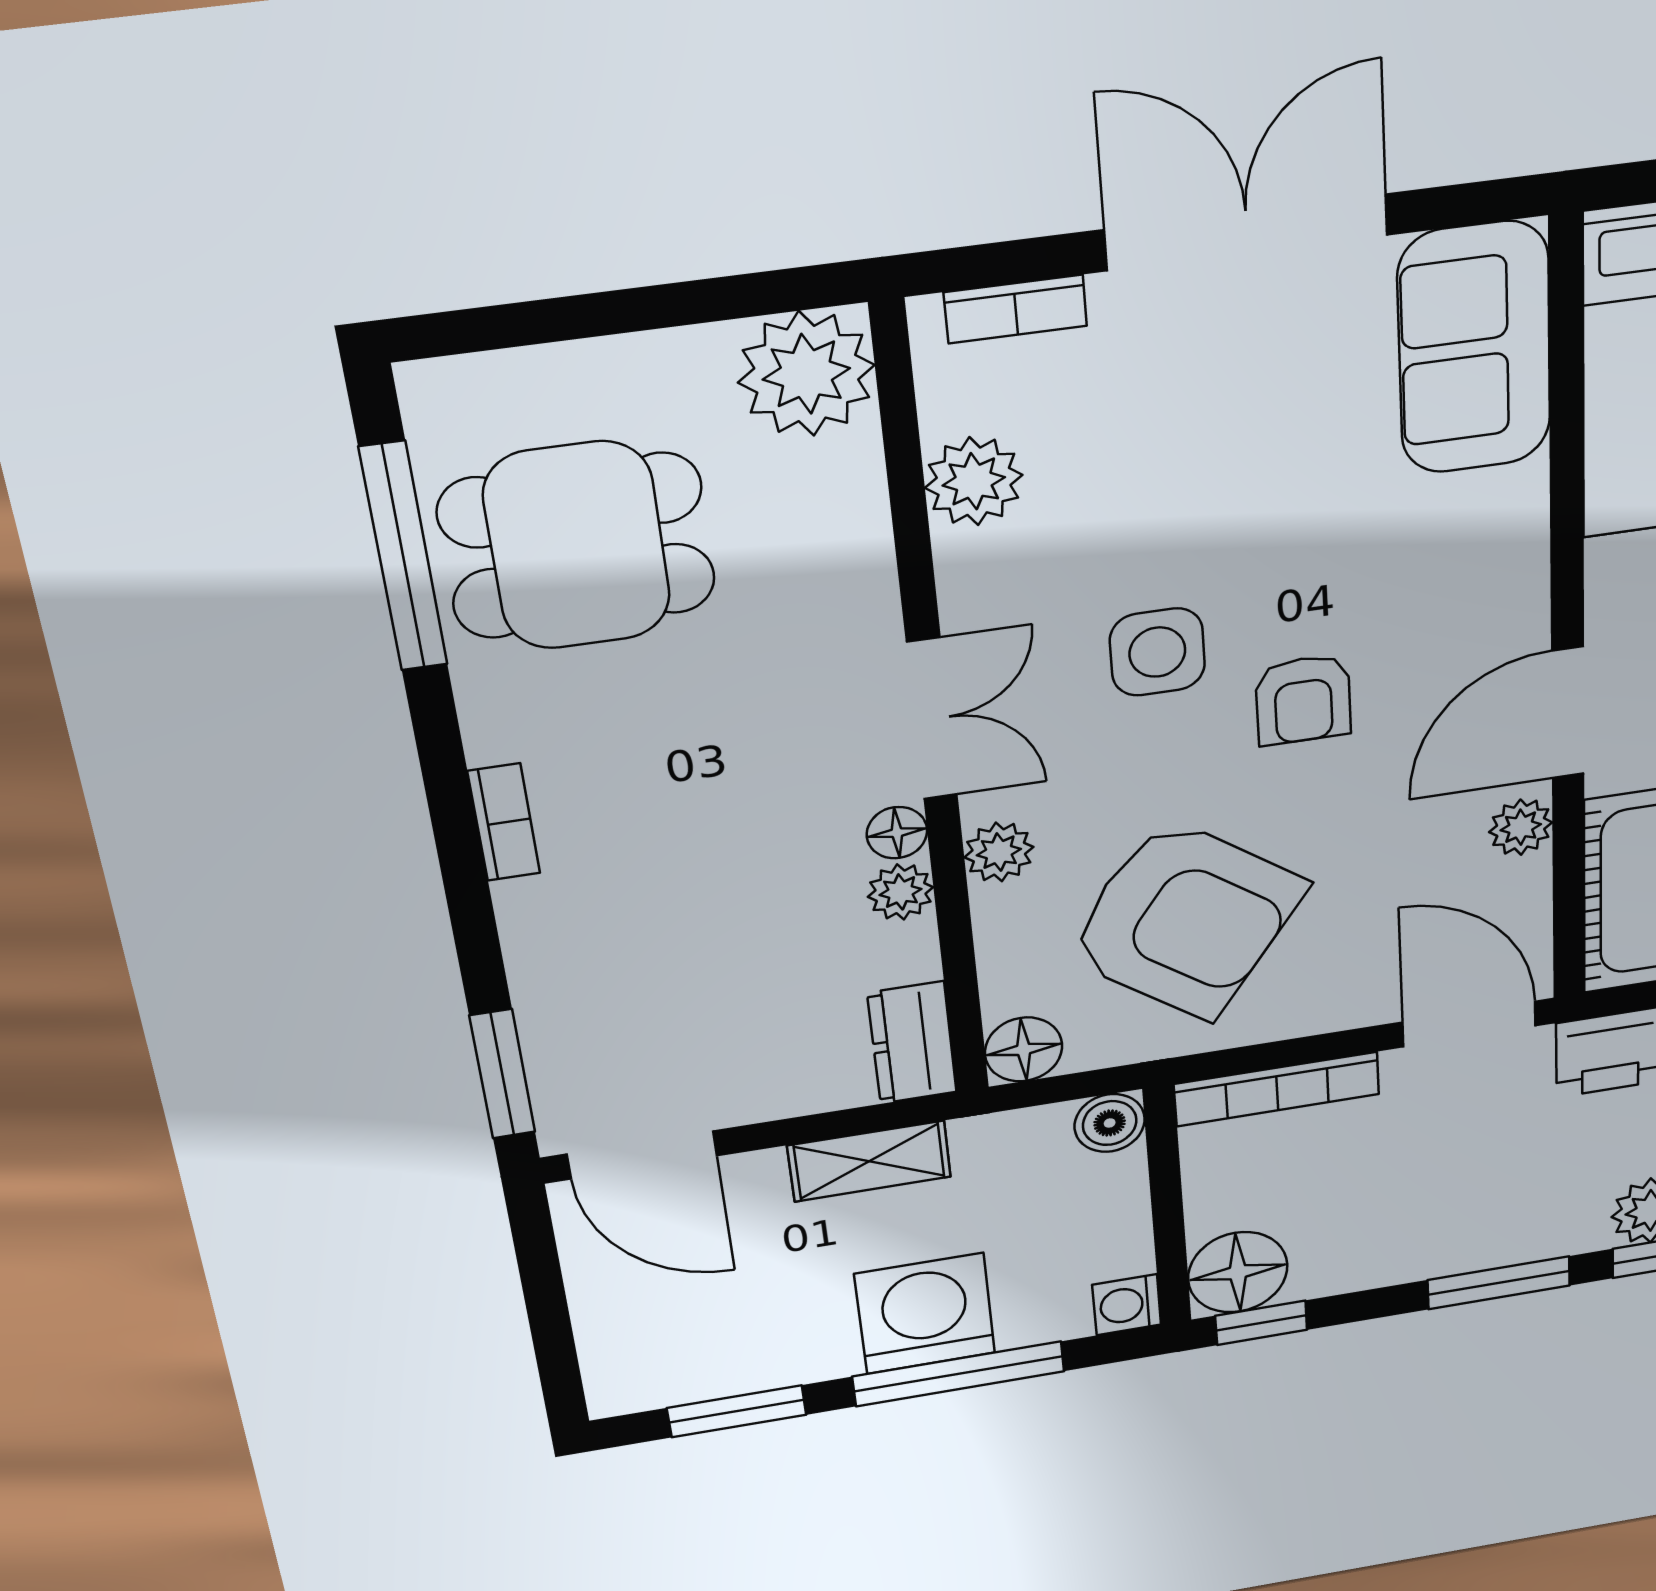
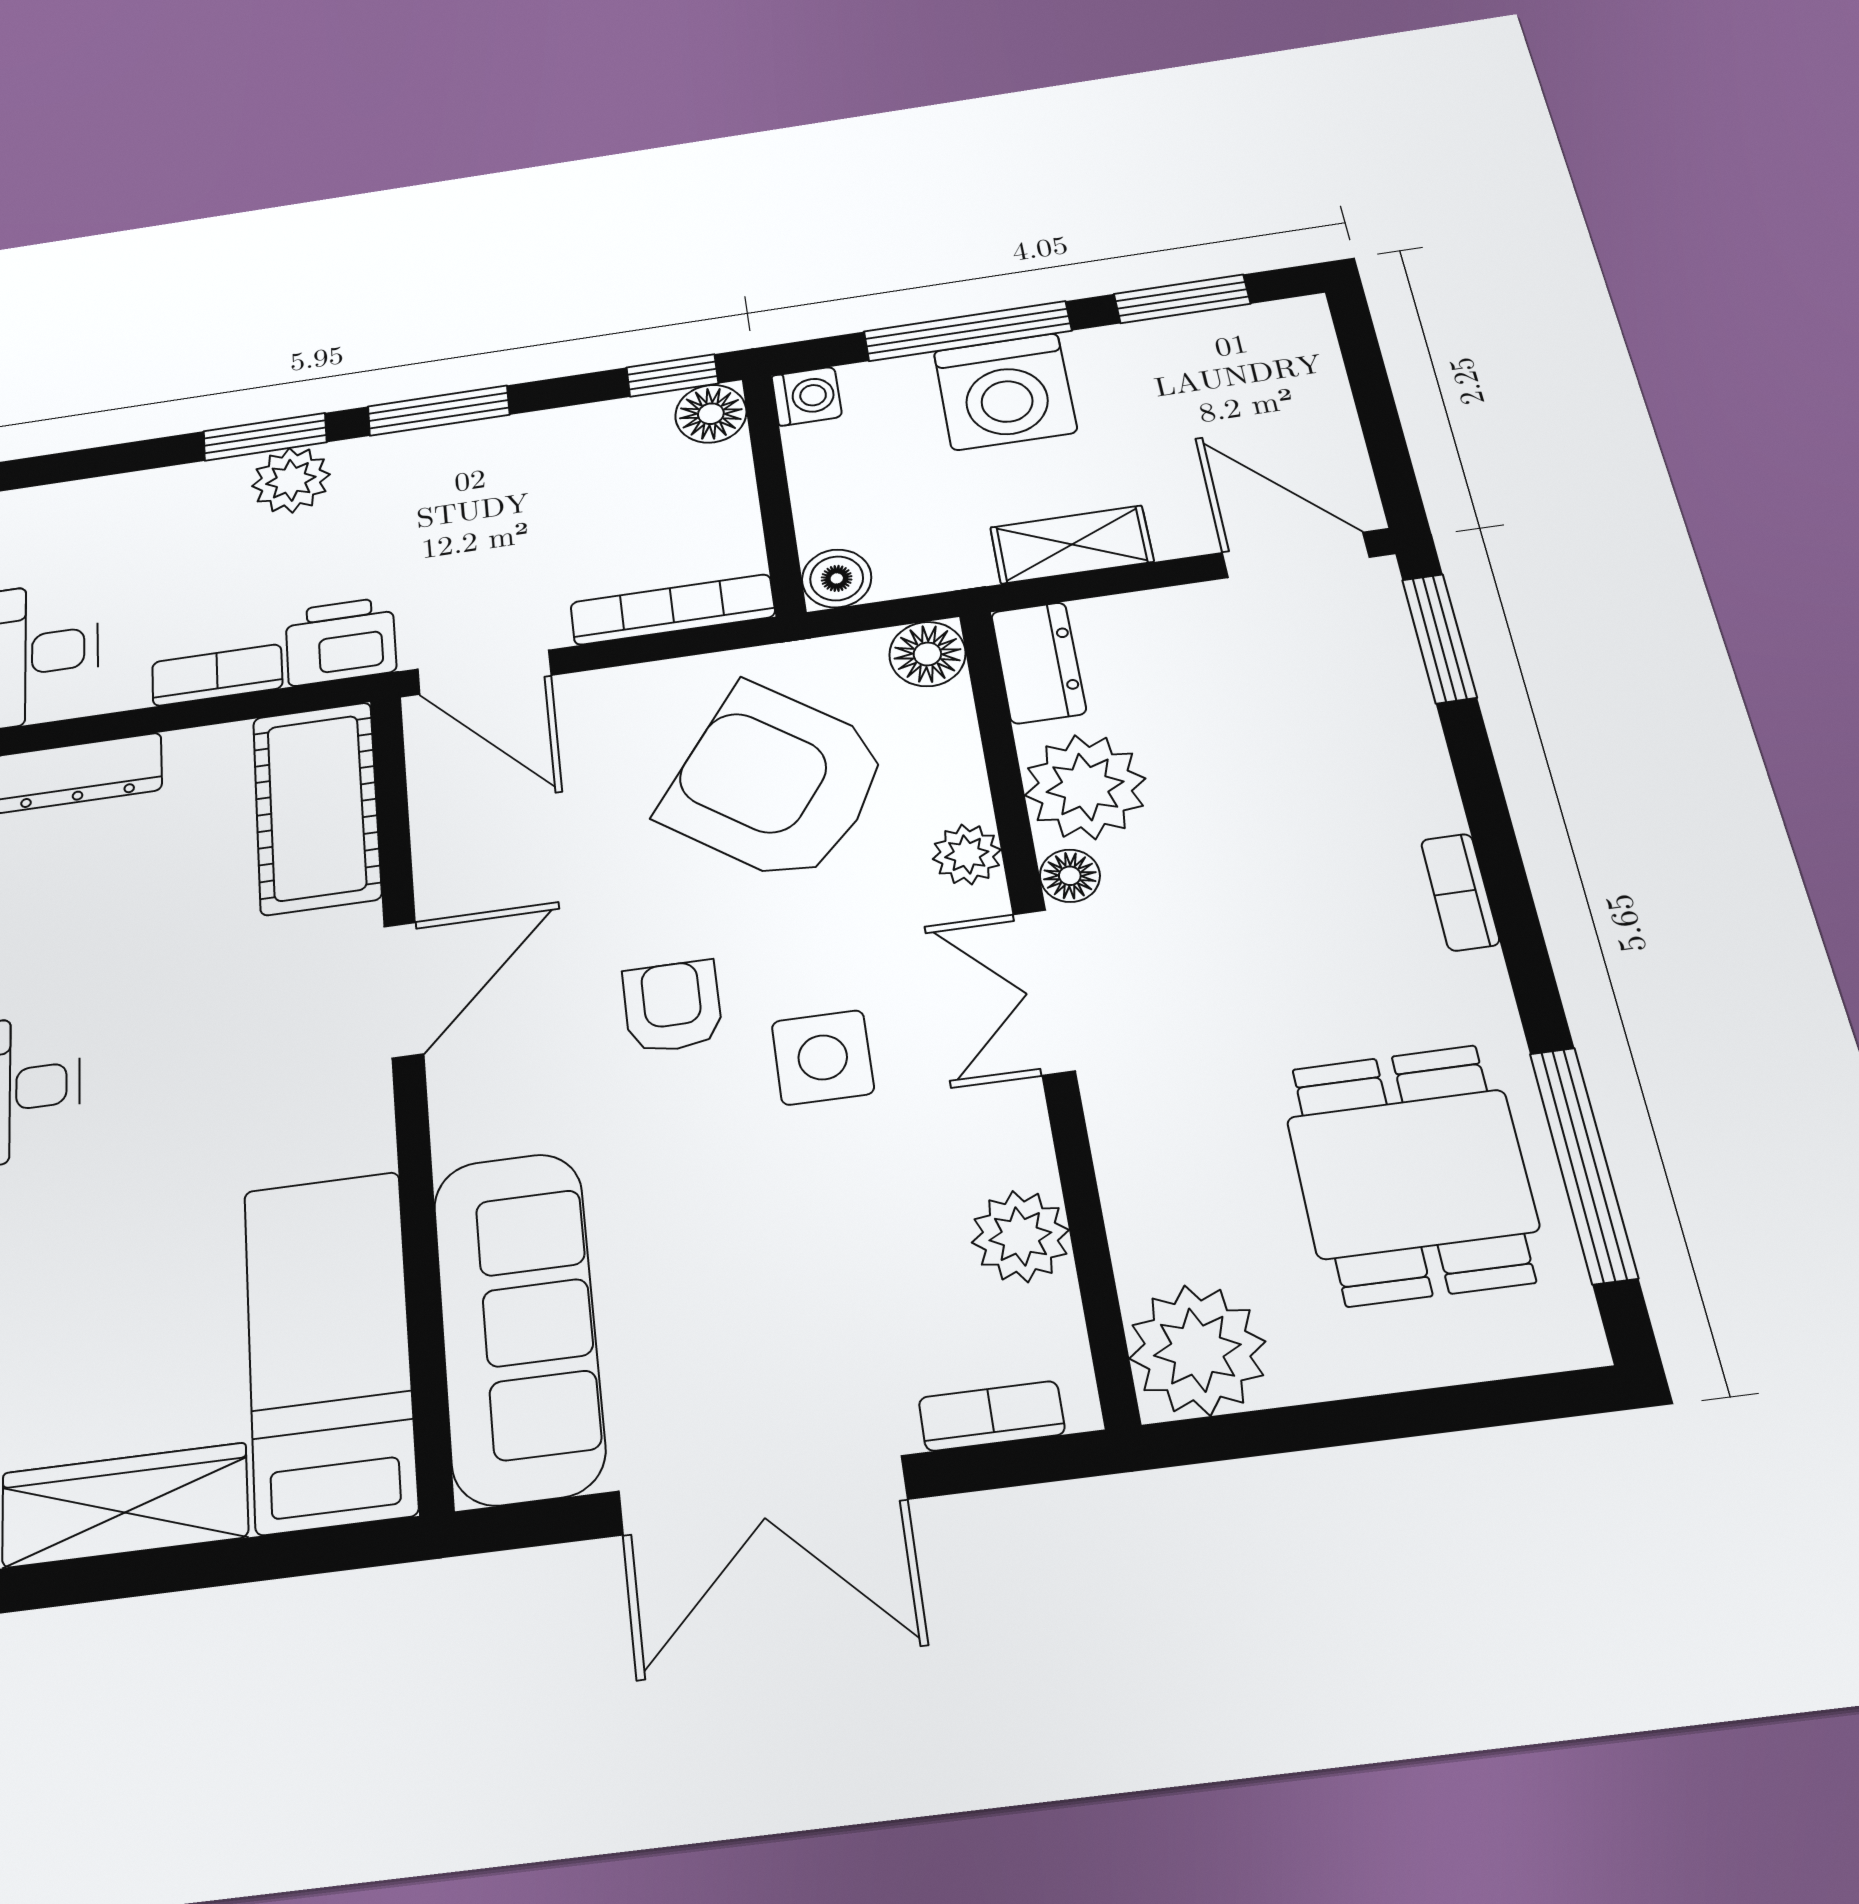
sofa: (1475, 348) -> (518, 1325), width x1.36
dining table: (577, 546) -> (1412, 1174), turned 90
plant: (1521, 827) -> (445, 872), removed
plant: (901, 892) -> (1085, 787), width x1.88, depth x1.88
floor lamp: (1238, 1272) -> (711, 414), width x0.73, depth x0.73

